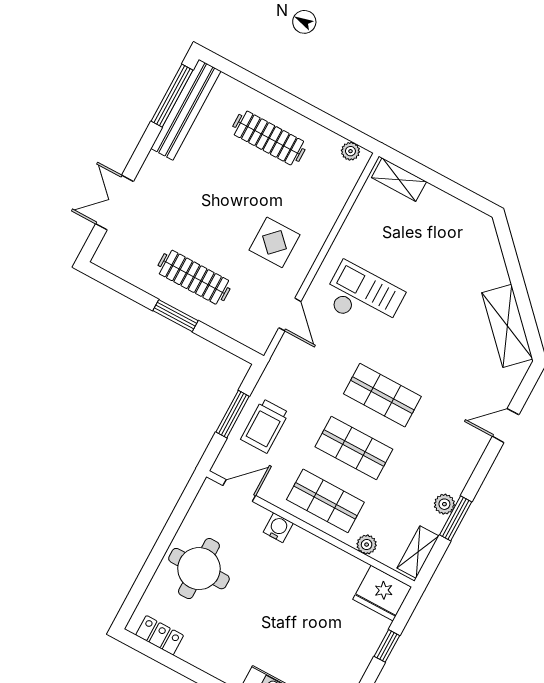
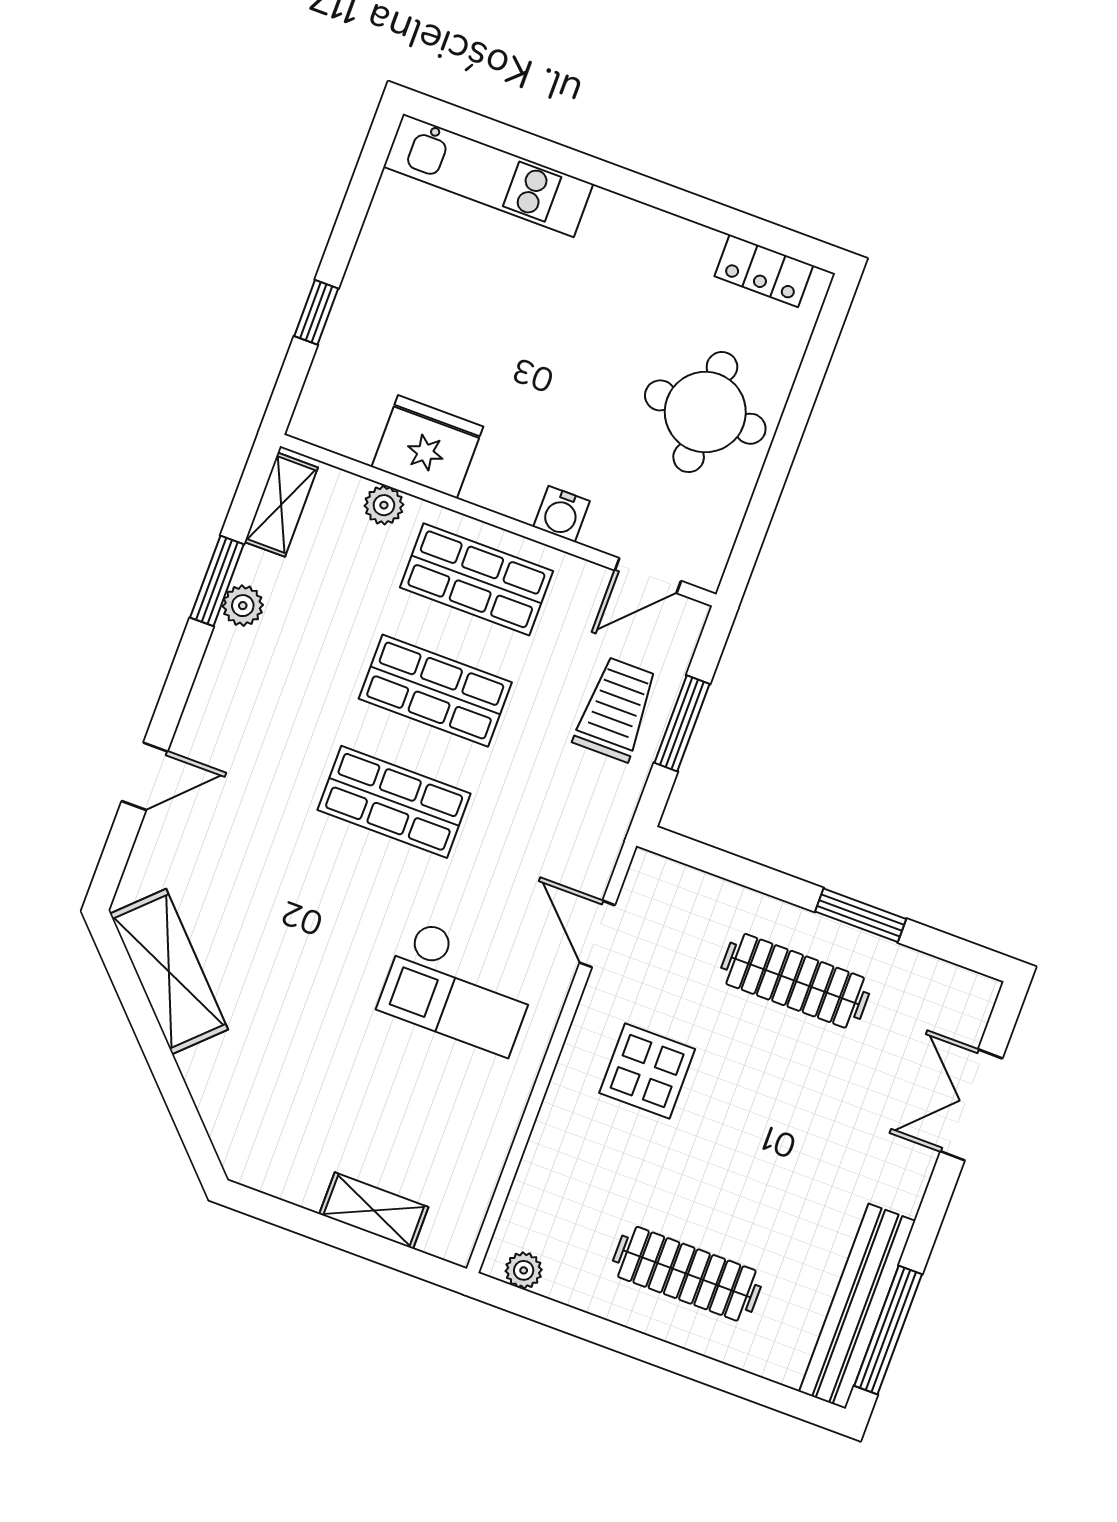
shelving: (399, 180) -> (374, 1211), moved
double door: (114, 203) -> (971, 1105), swing flipped
window: (176, 316) -> (861, 915), moved
fridge: (382, 593) -> (427, 447), moved

